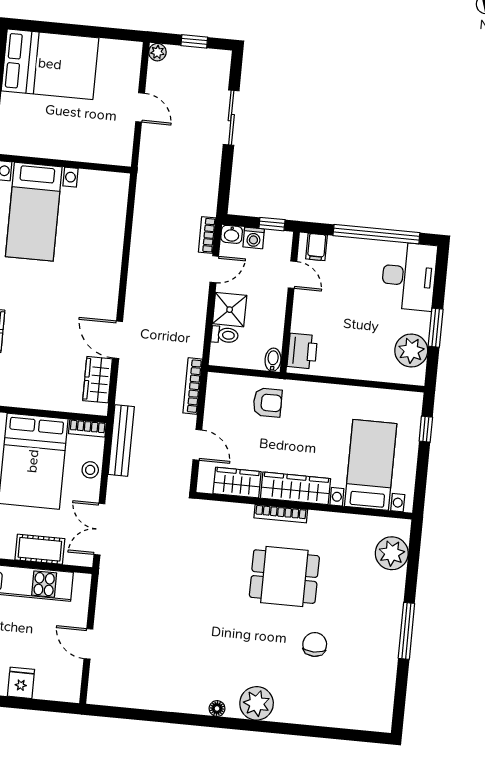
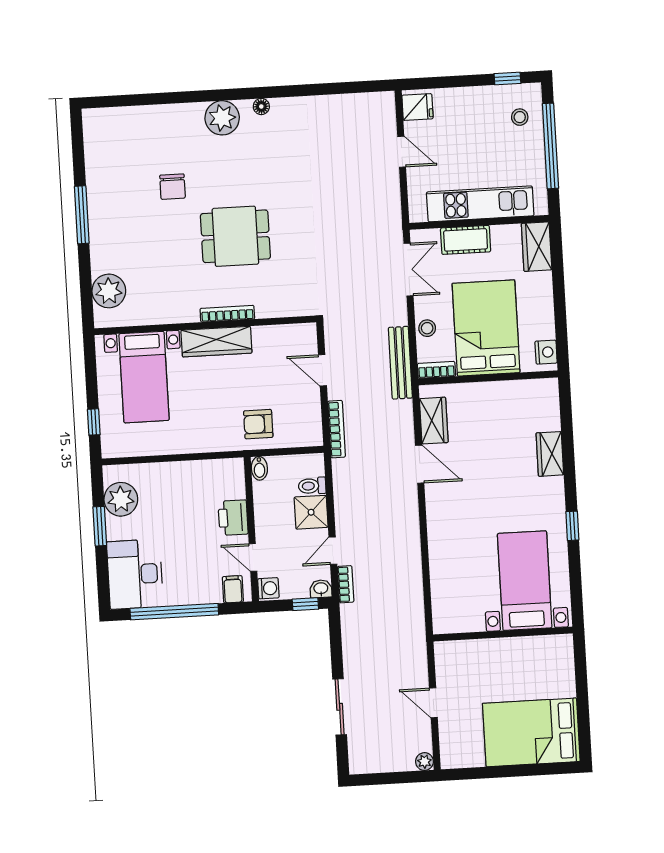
window: (194, 41) -> (389, 778), removed
window: (272, 224) -> (305, 604), moved
washing machine: (254, 238) -> (268, 588), moved, turned 90
printer: (302, 351) -> (233, 518), moved
wardrobe: (237, 483) -> (276, 338), removed
dining table: (284, 577) -> (235, 236), moved
fridge: (21, 683) -> (418, 107), moved, turned -90

